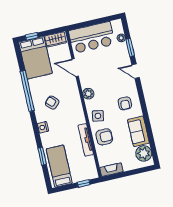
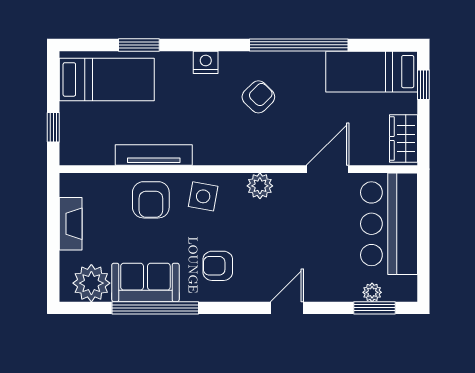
window: (130, 48) -> (374, 308), moved
bed: (35, 58) -> (372, 72), width x0.67
window: (148, 125) -> (155, 308), added
fireplace: (111, 170) -> (71, 224), moved

